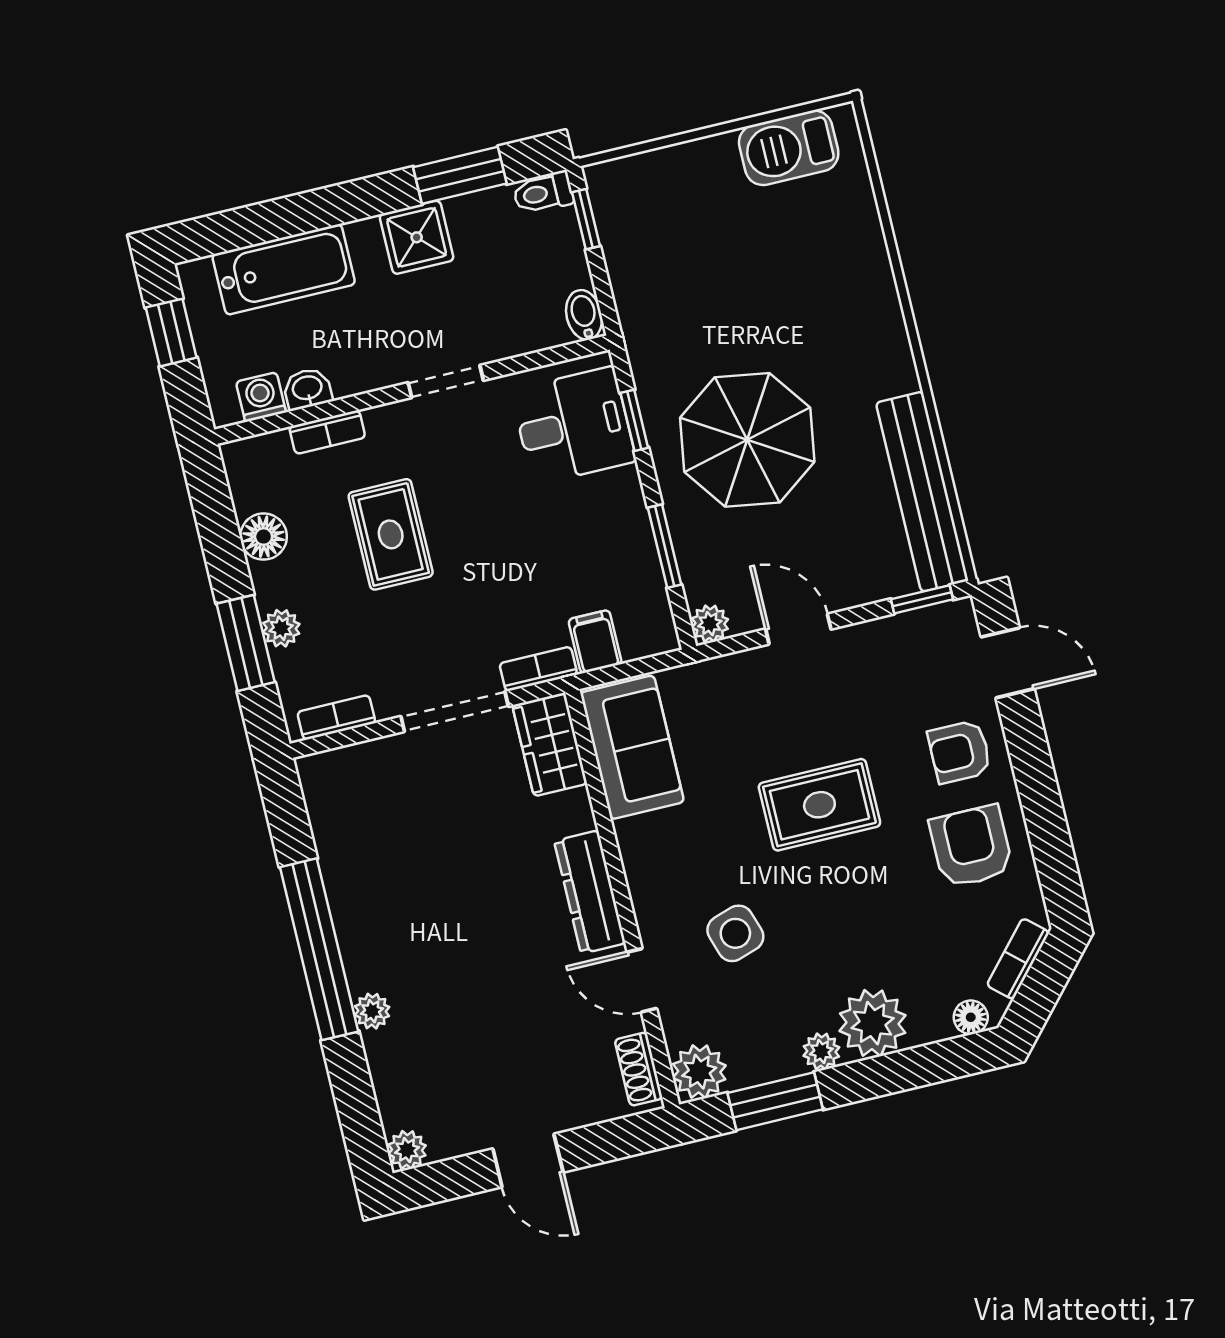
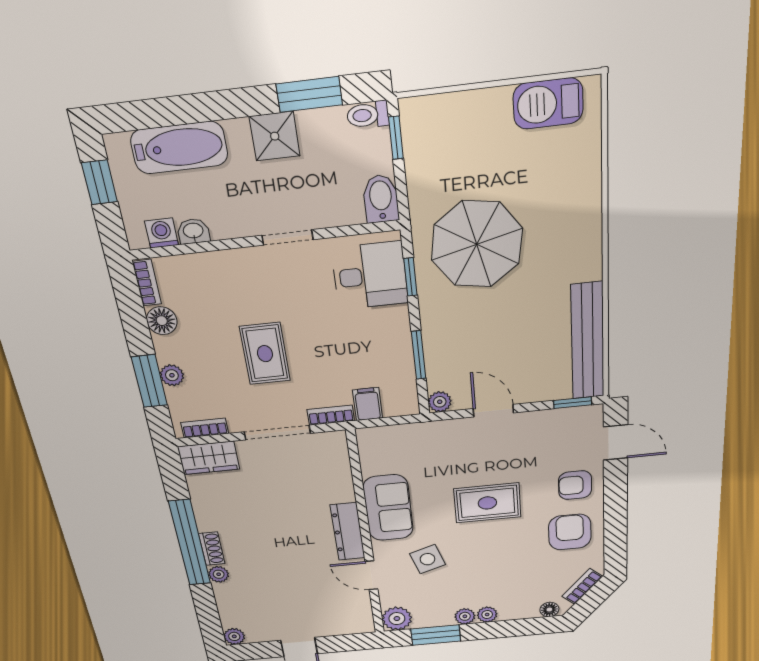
bidet: (584, 315) -> (381, 199), width x1.38, depth x1.36
bookcase: (327, 432) -> (147, 283), moved, turned -90
parasol: (747, 440) -> (477, 244), moved
rug: (391, 534) -> (265, 354), moved
wardrobe: (550, 744) -> (209, 458), moved, turned -90
sofa: (632, 747) -> (388, 508), moved
plant: (873, 1023) -> (487, 615), width x0.53, depth x0.53
shoe rack: (639, 1069) -> (212, 549), moved, turned 180

